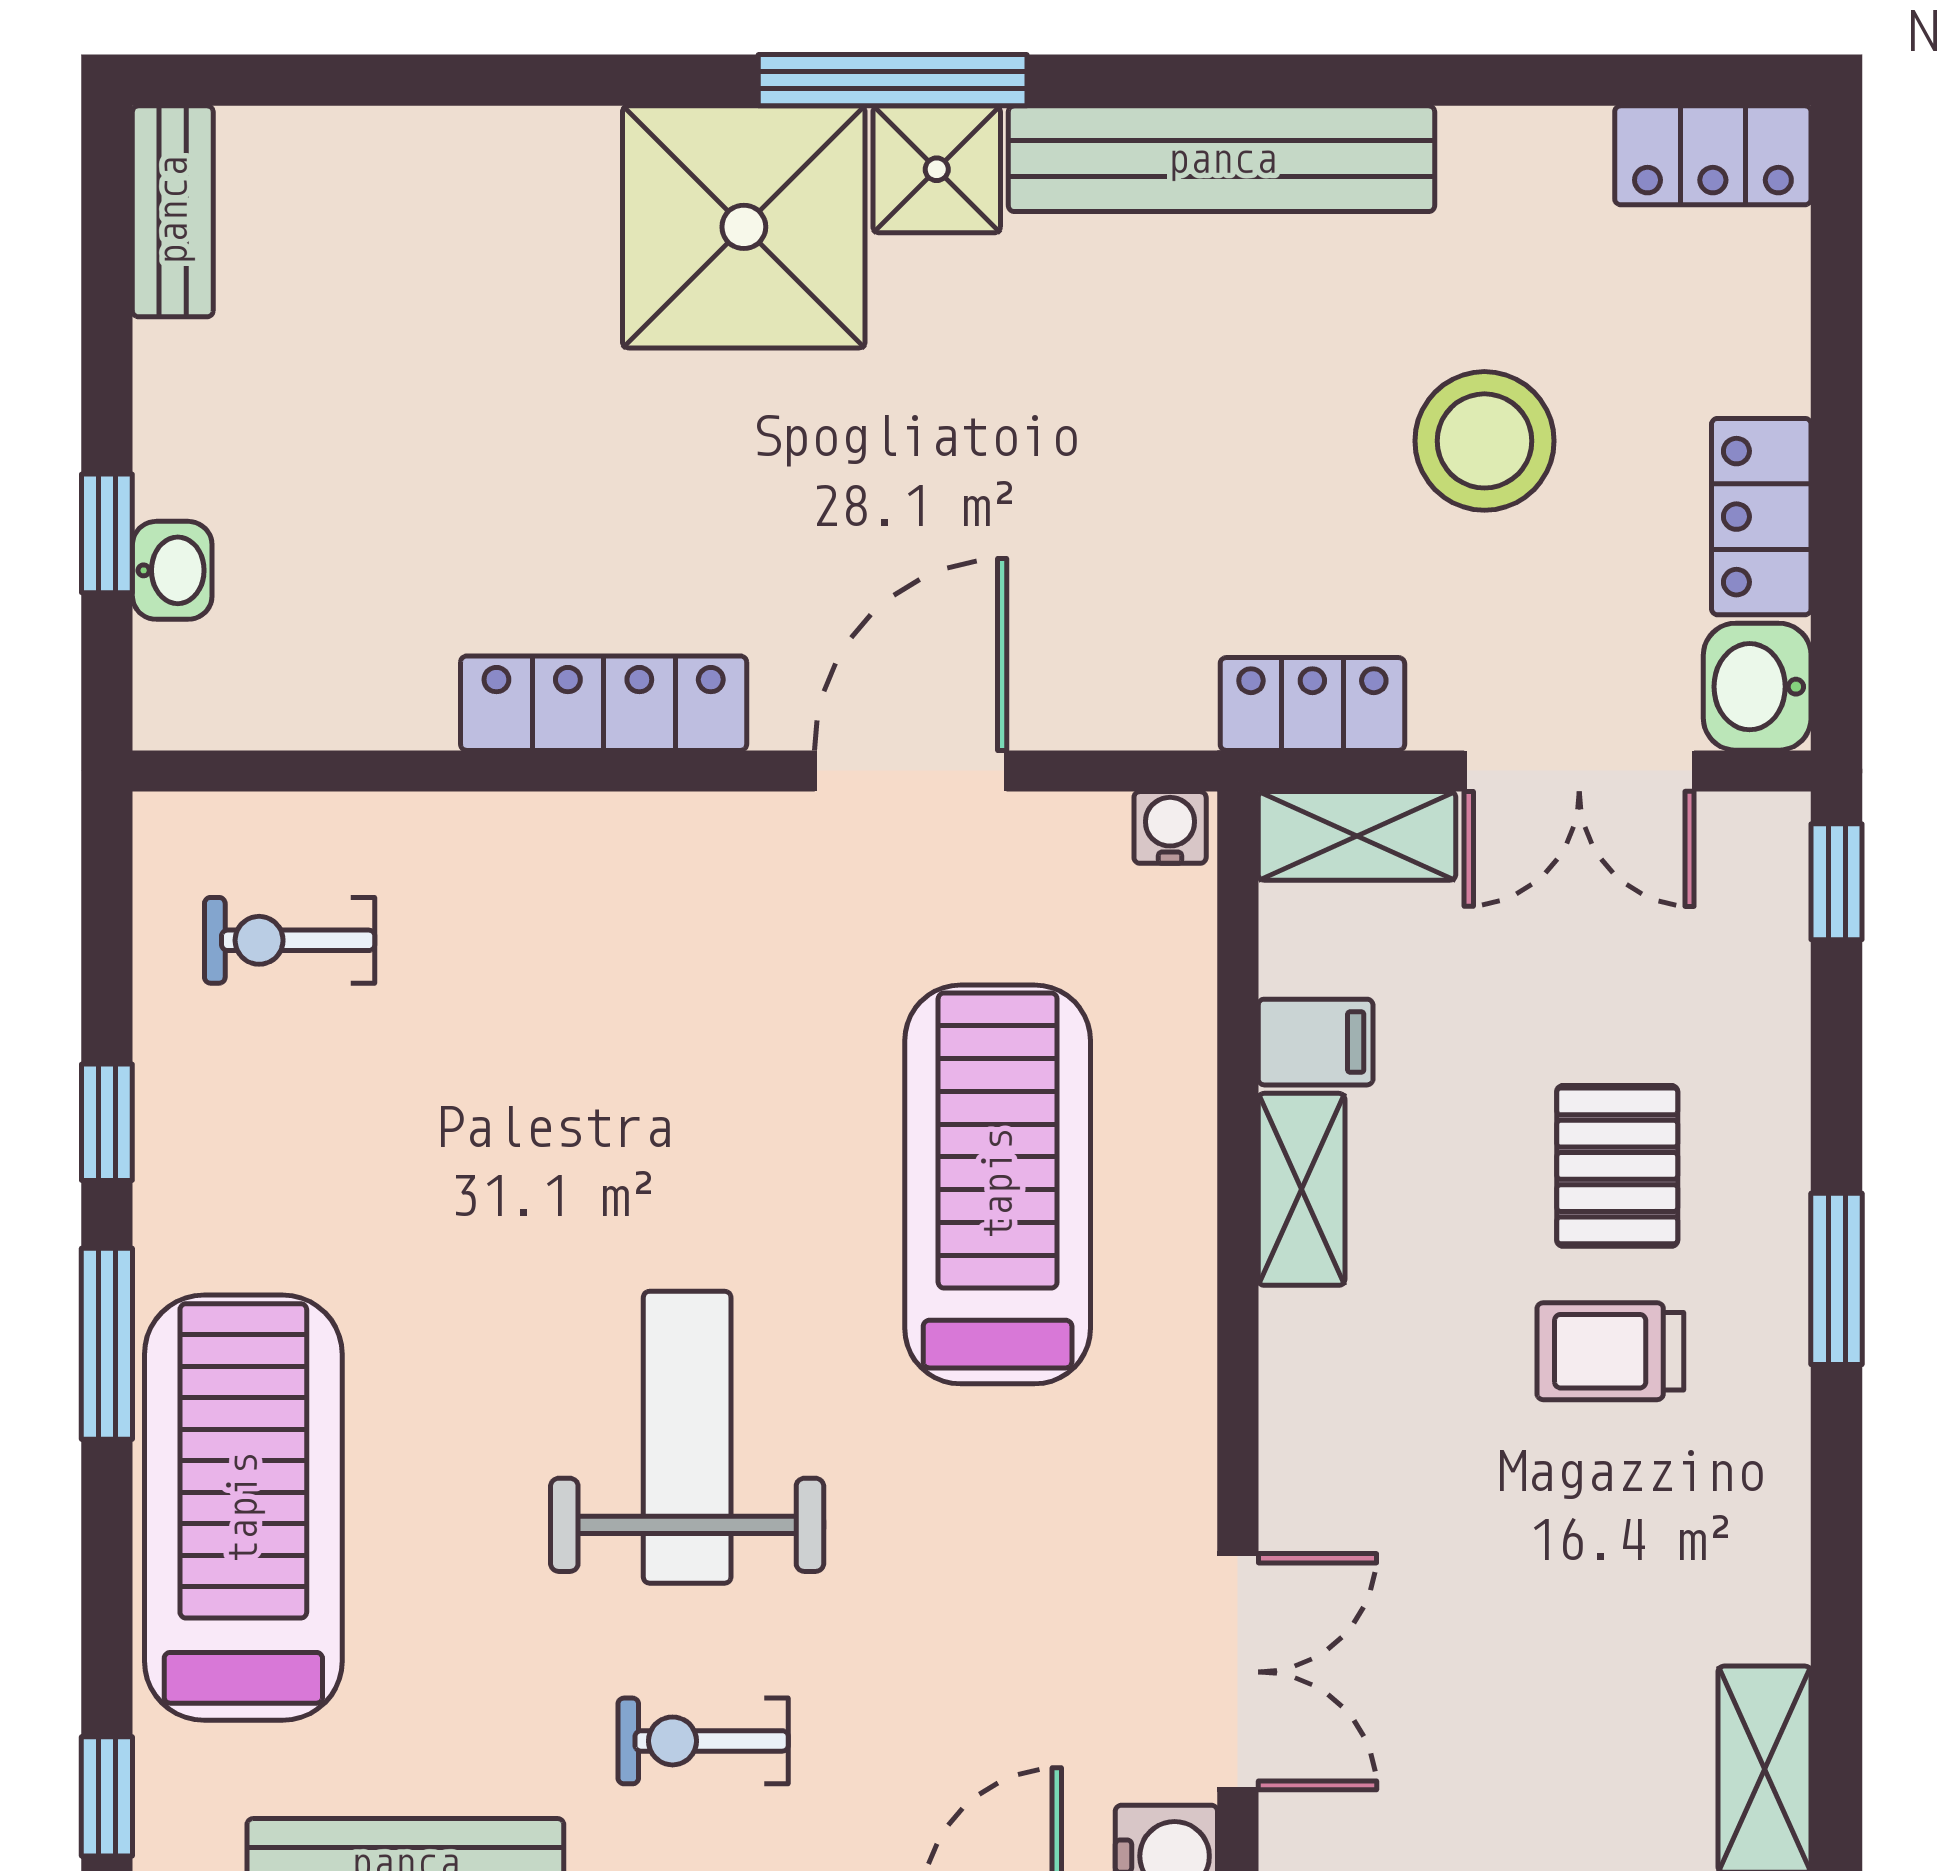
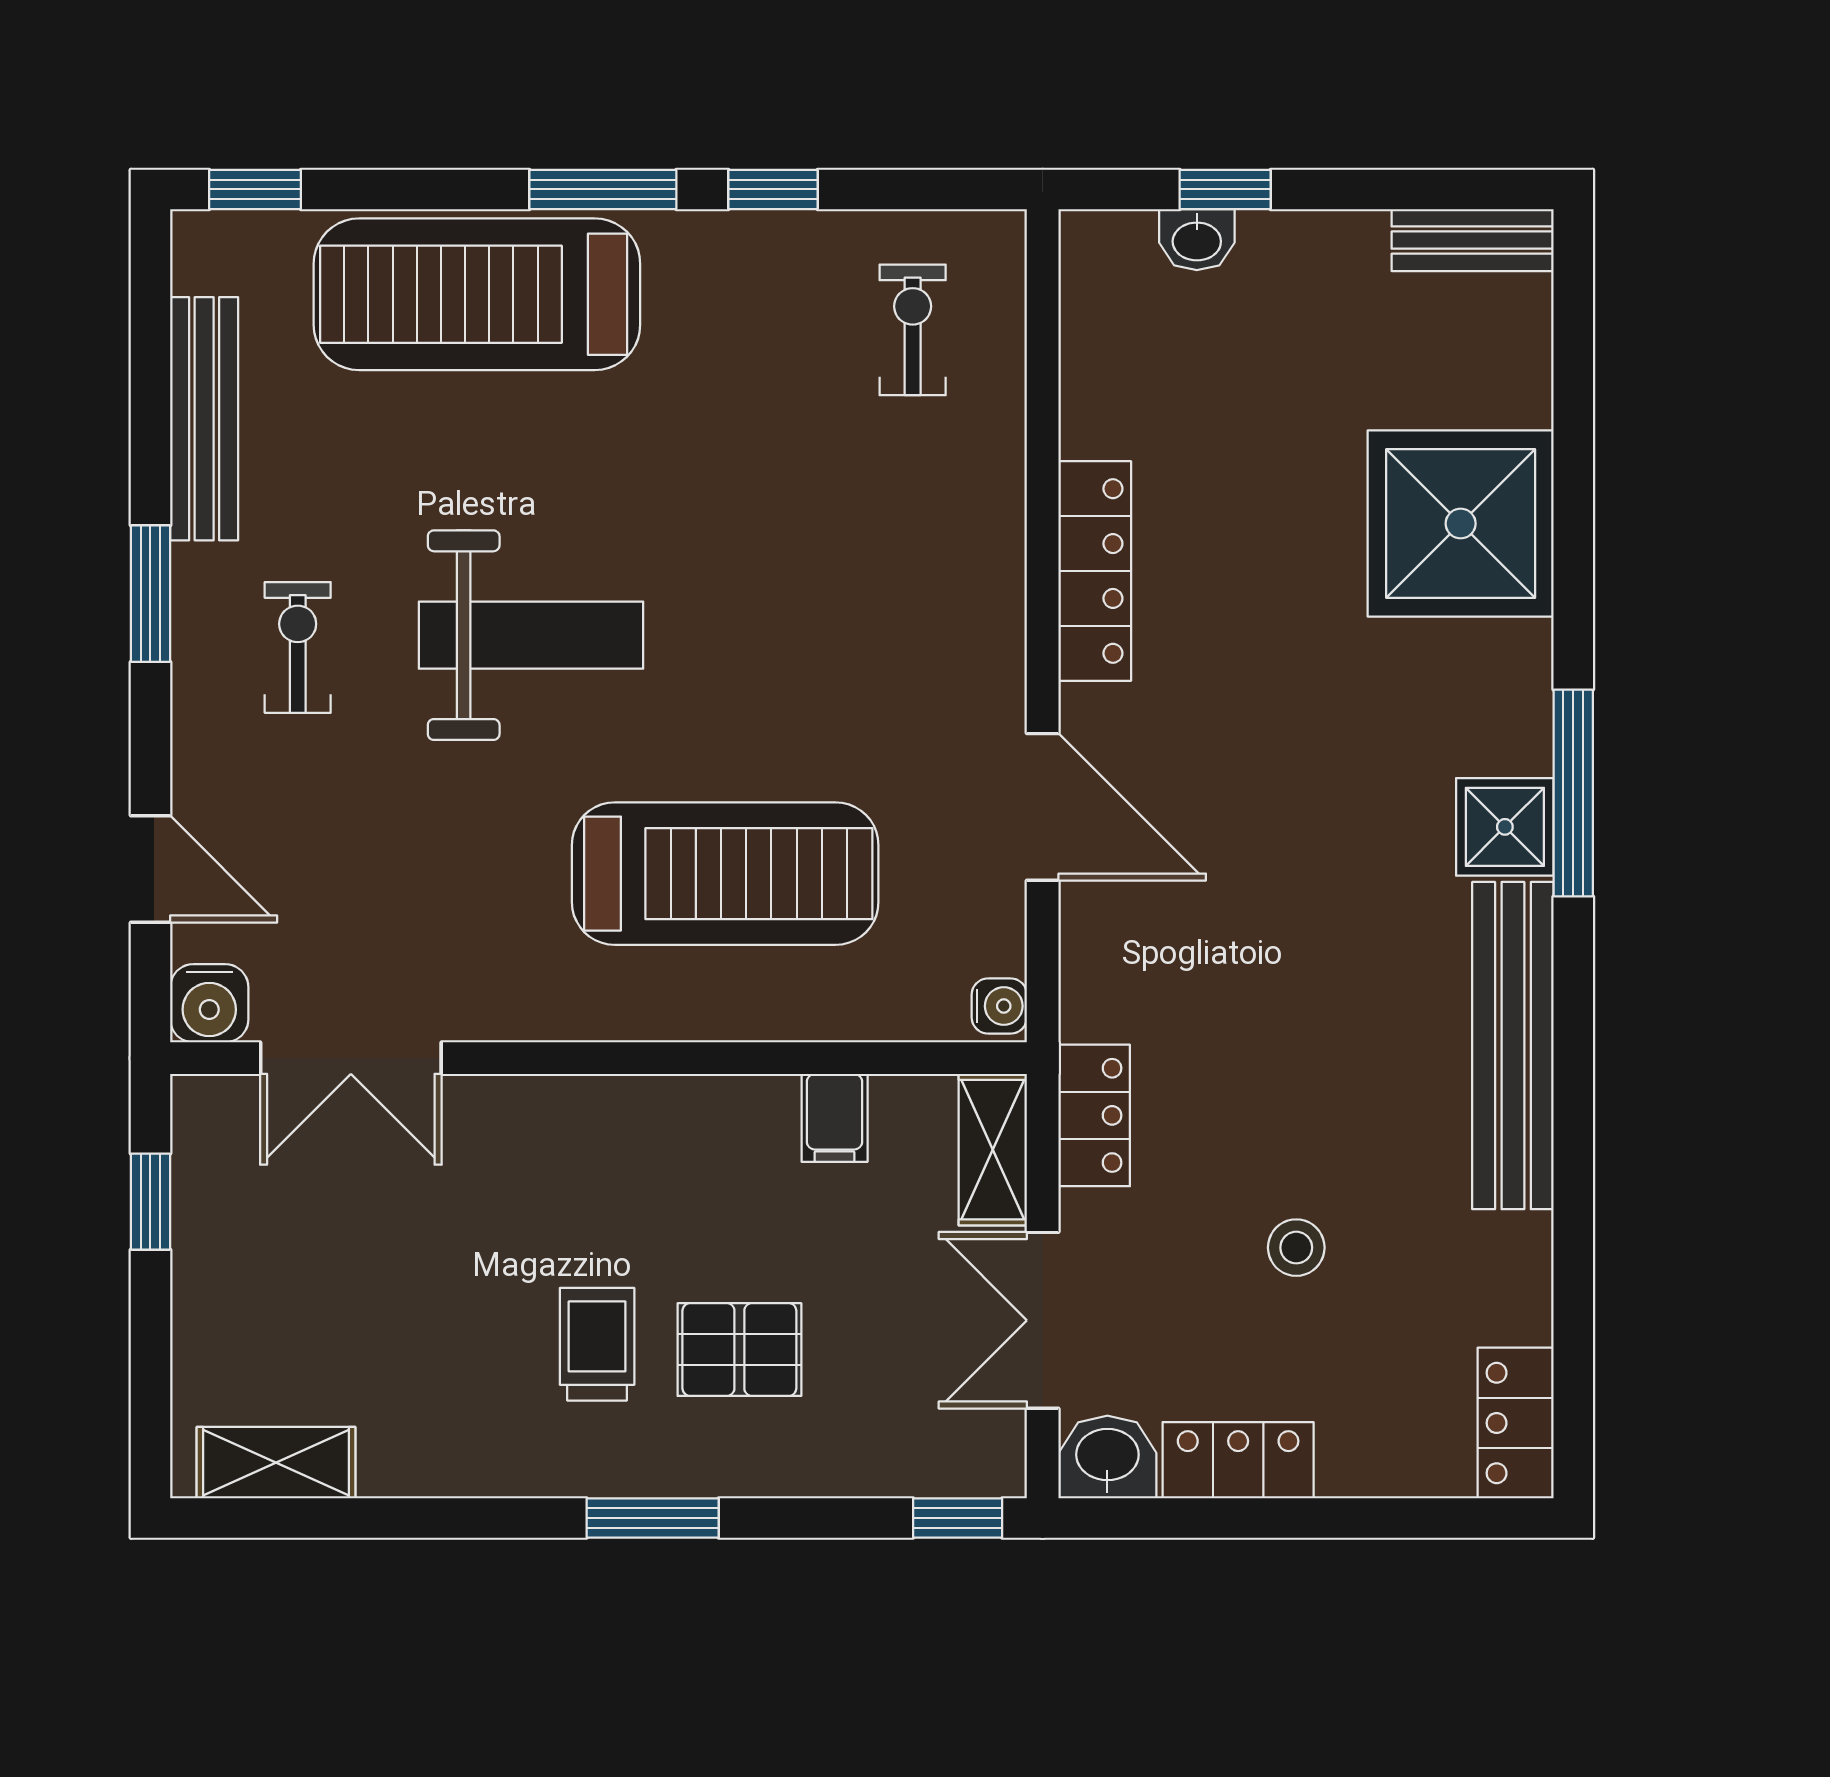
shower: (744, 227) -> (1461, 524), moved
stool: (1484, 441) -> (1296, 1248), width x0.53, depth x0.53
shelving: (1302, 1189) -> (721, 1107), removed
treadmill: (243, 1508) -> (477, 294), turned 180

